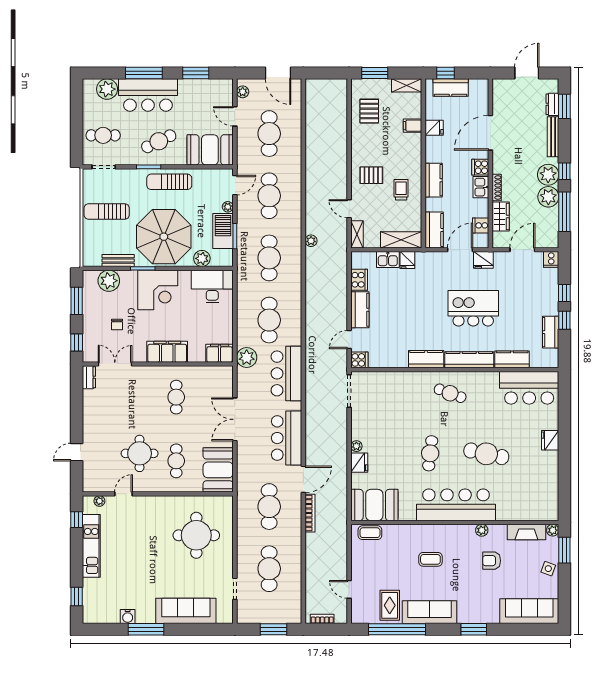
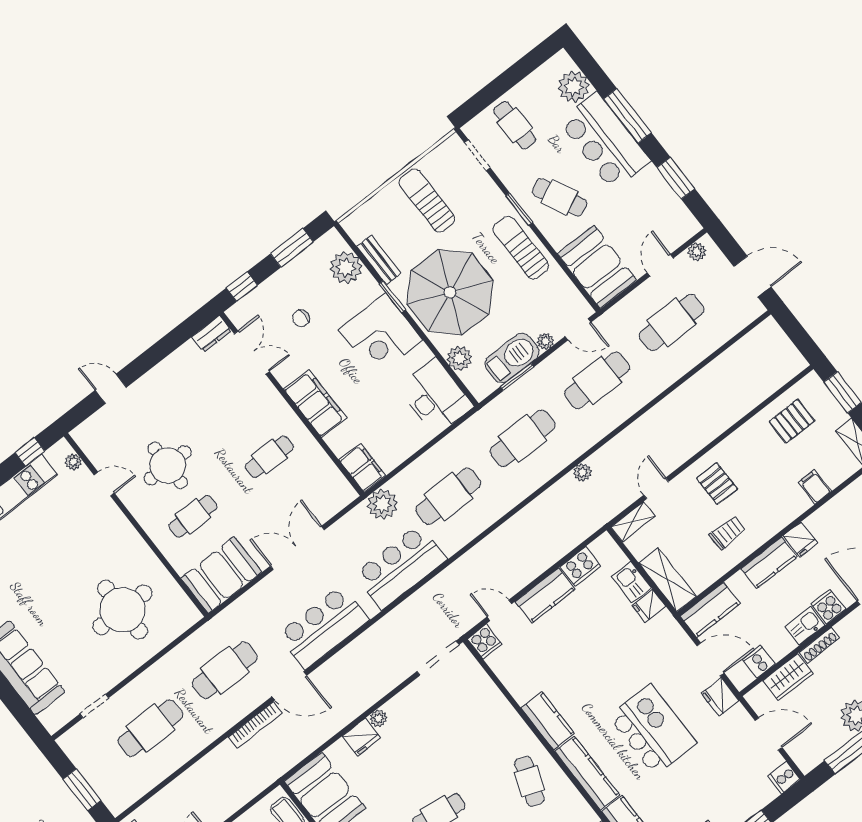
door: (278, 73) -> (752, 277), swing flipped
fridge: (434, 128) -> (801, 539), moved

